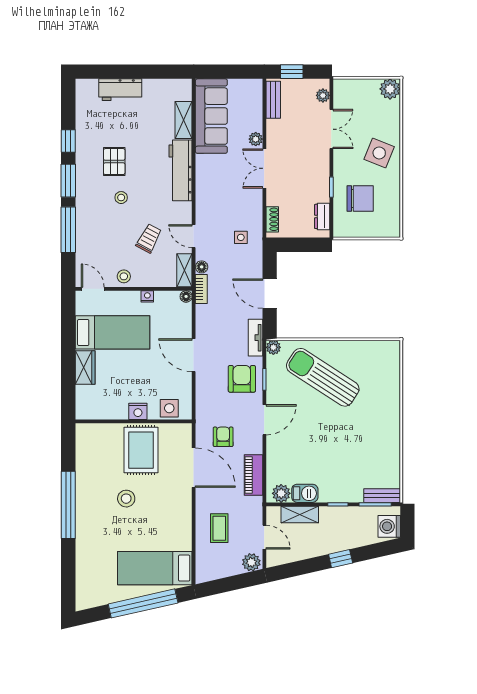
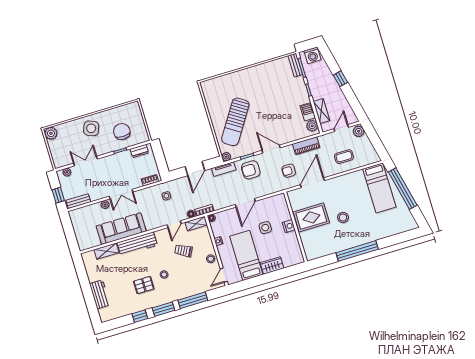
sofa: (211, 116) -> (121, 229), moved
side table: (169, 408) -> (265, 228), moved

